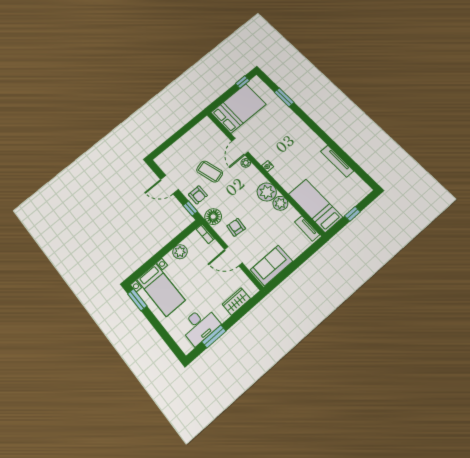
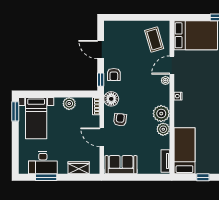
coffee table: (210, 172) -> (154, 39), moved

